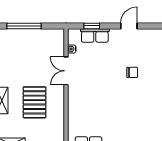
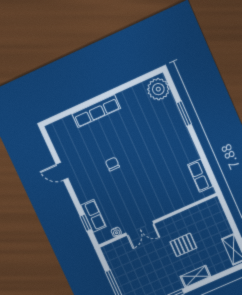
door: (129, 26) -> (62, 171), moved
pallet: (35, 102) -> (183, 245), width x0.67, depth x0.71

